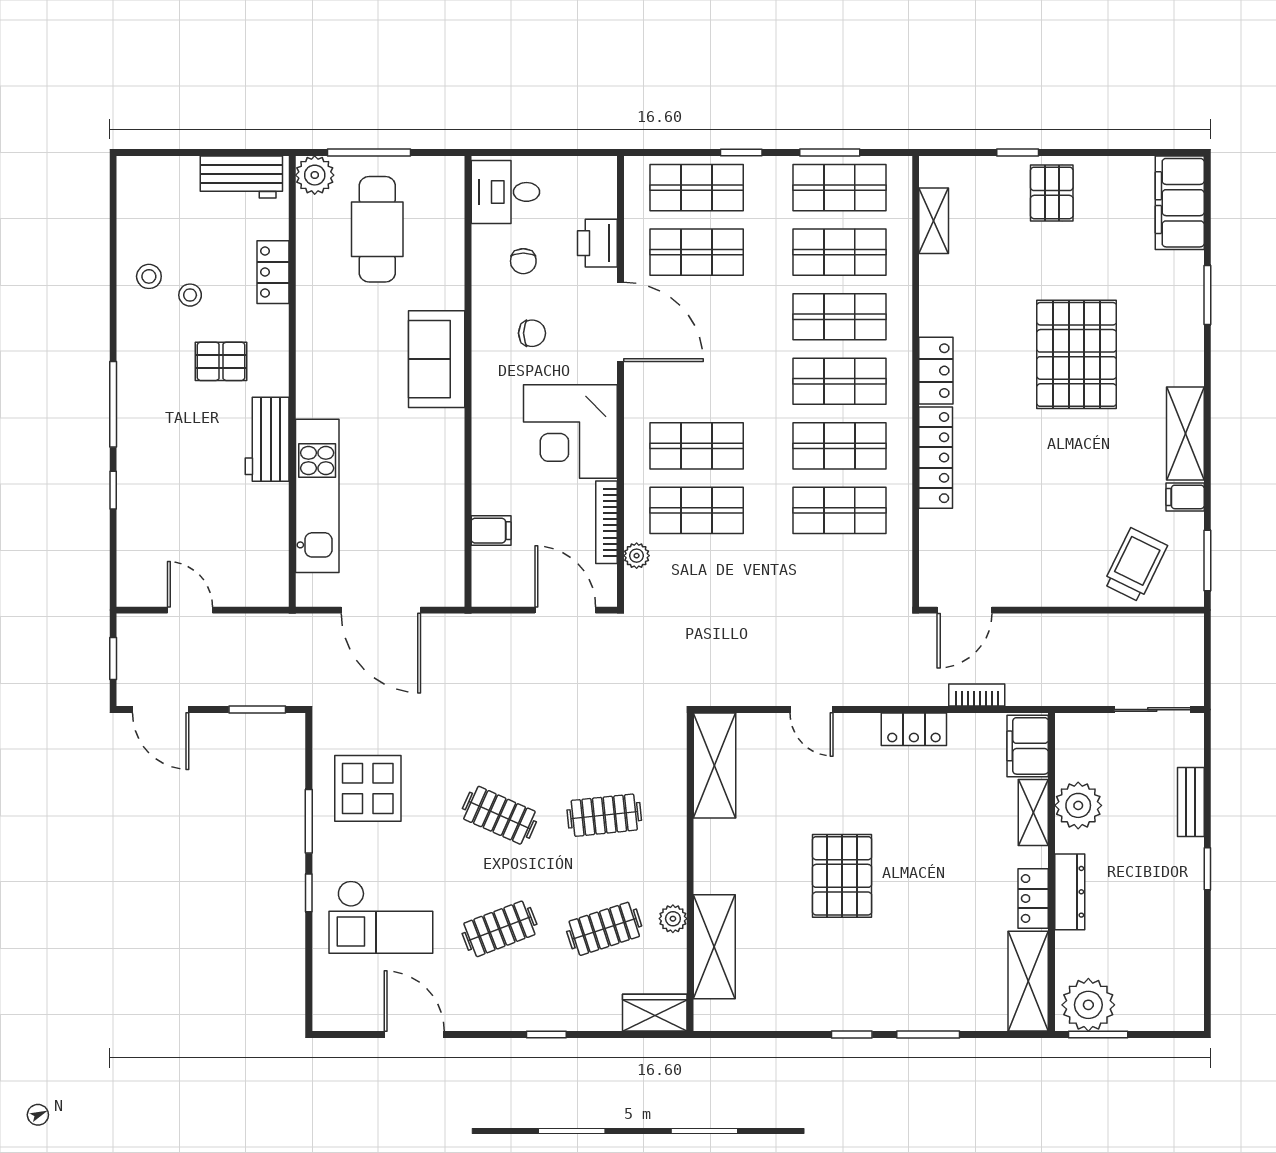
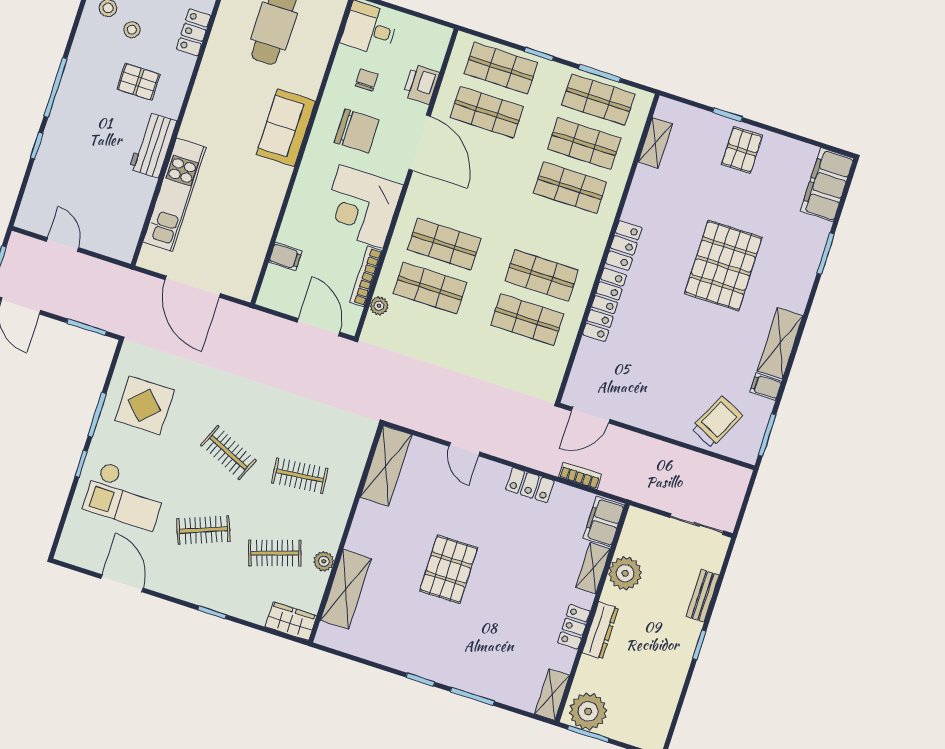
chair: (523, 261) -> (367, 80), turned 180
chair: (532, 333) -> (357, 131), width x1.87, depth x1.87
shop shelf: (839, 381) -> (556, 232), removed
shelving: (1028, 981) -> (552, 695), width x0.67, depth x0.75

